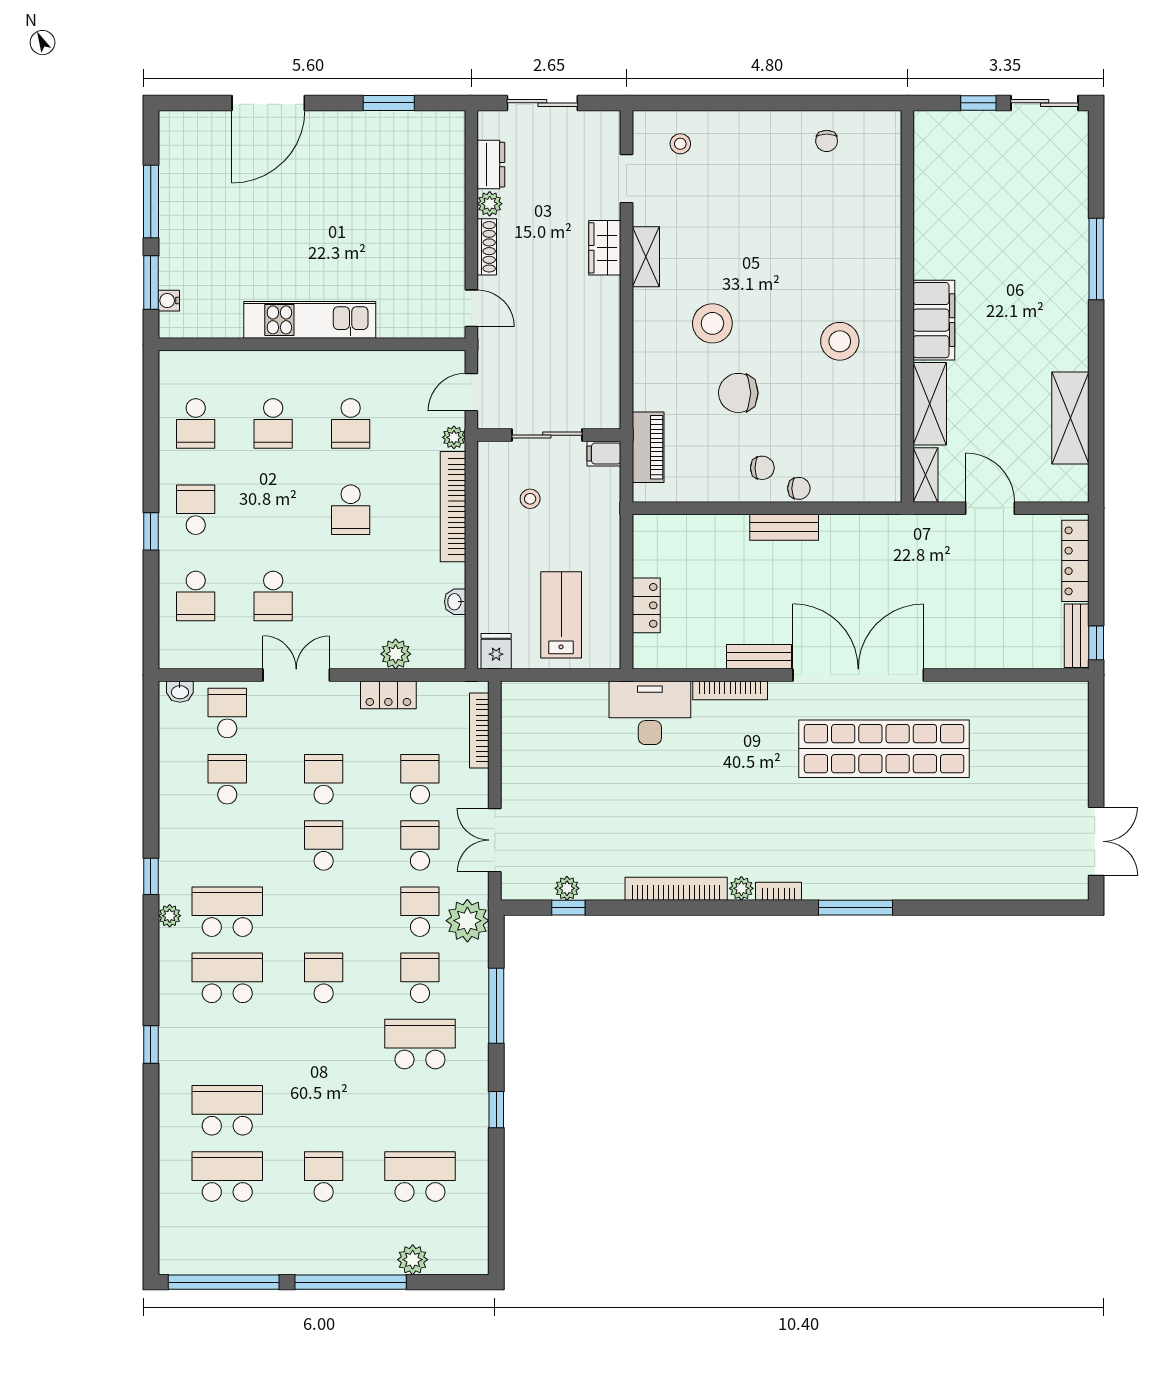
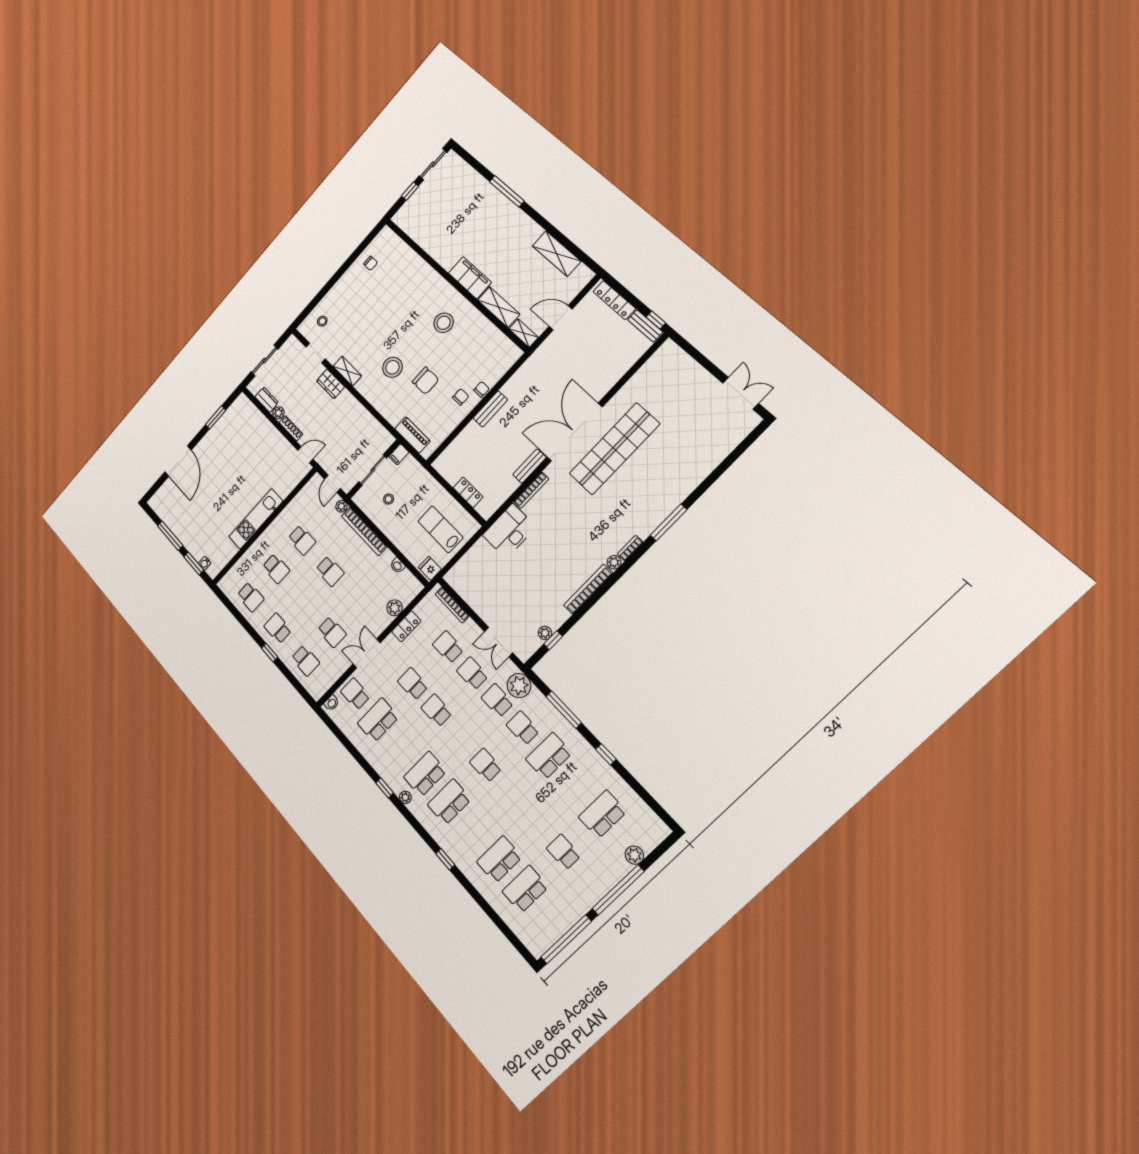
chair: (738, 393) -> (426, 381), turned -90
school desk: (227, 779) -> (378, 720), width x1.85

